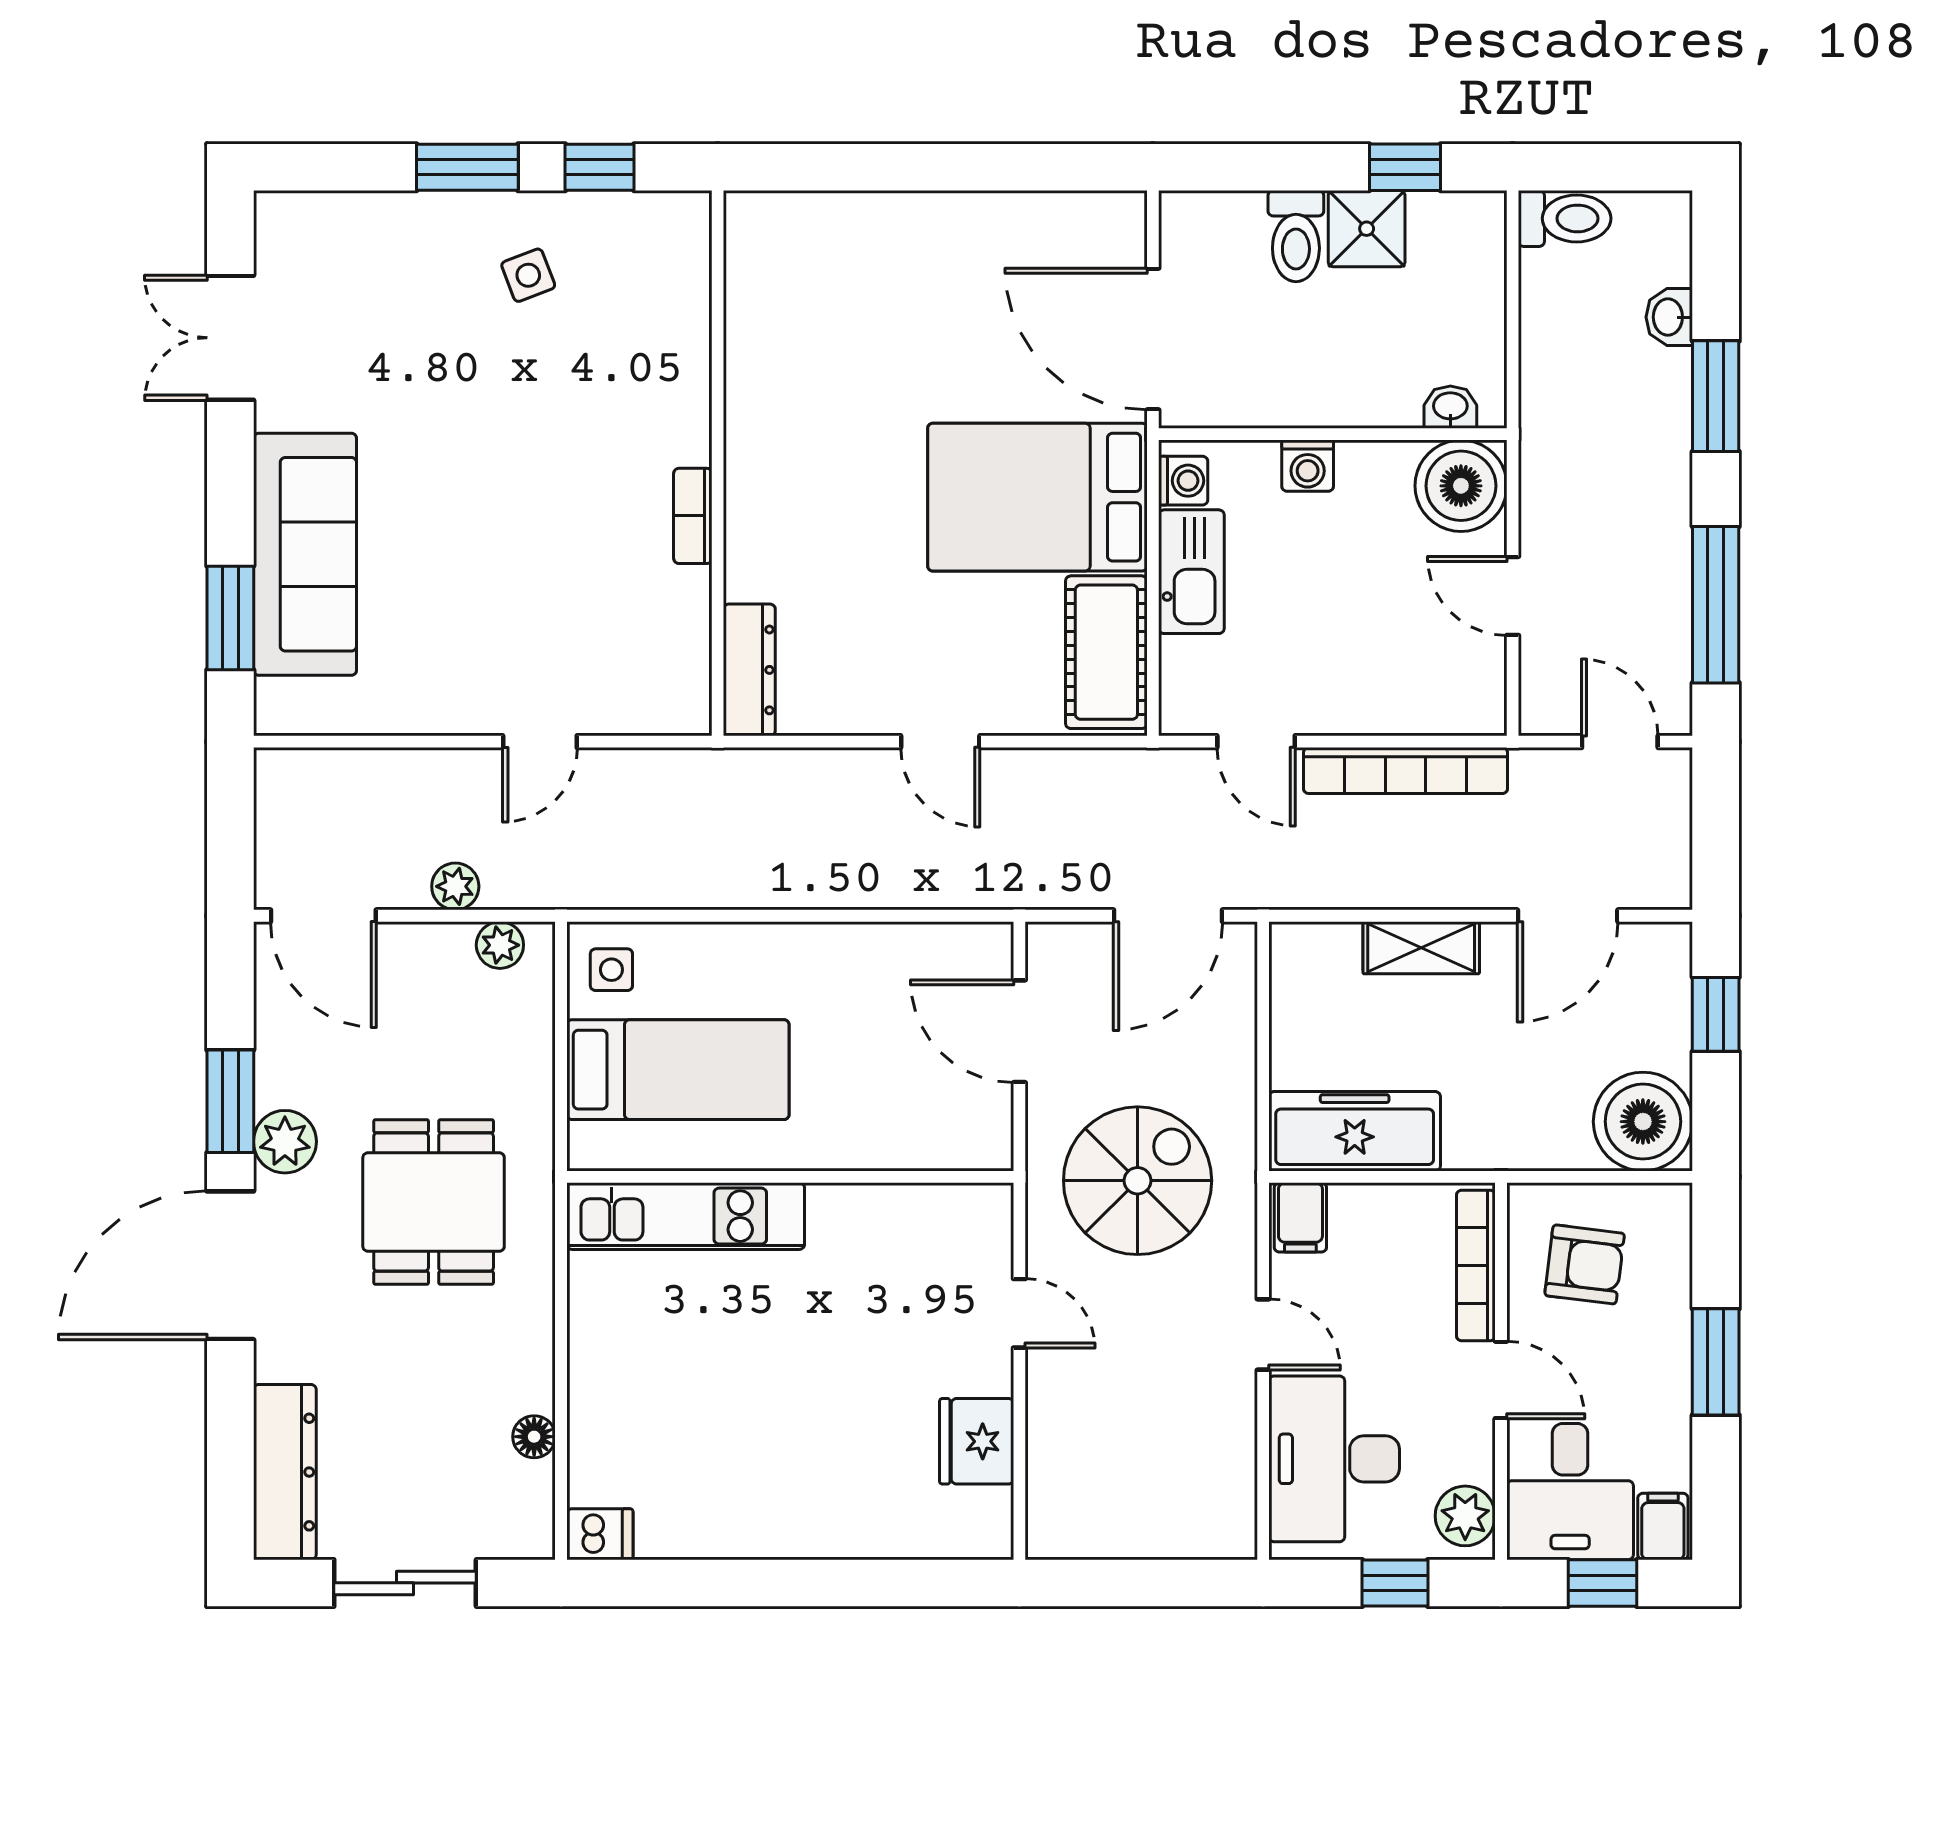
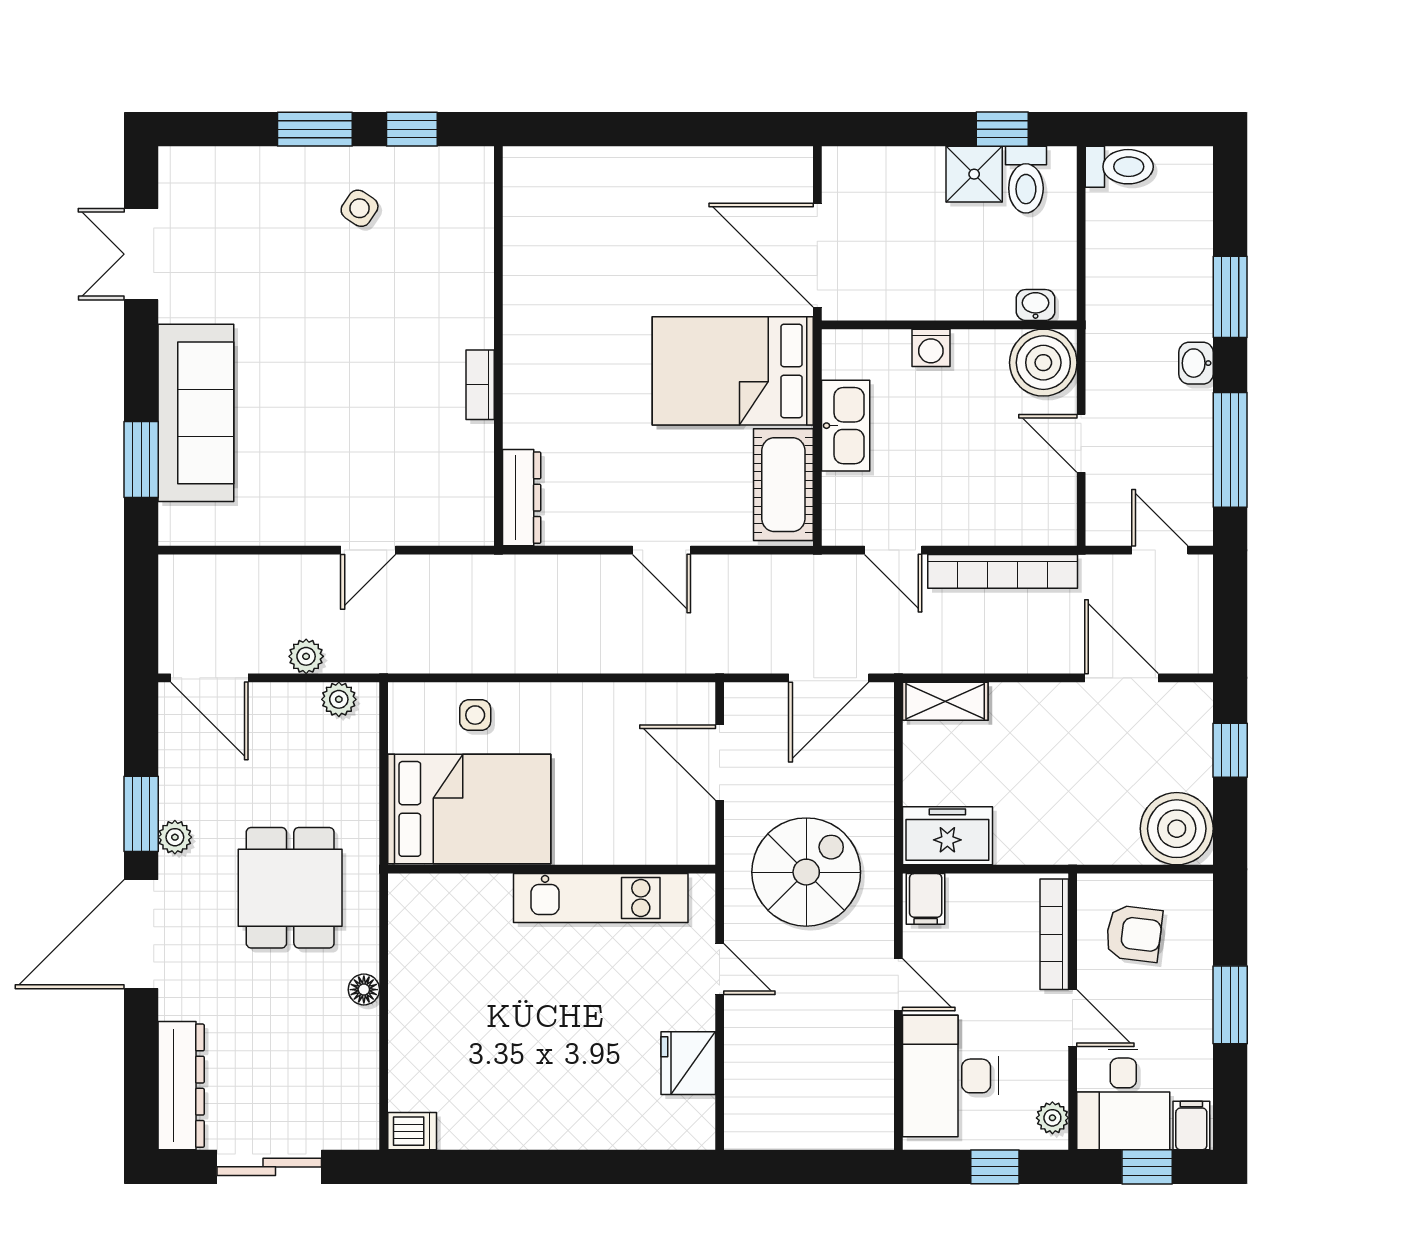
toilet: (1296, 236) -> (1026, 180), moved
side table: (528, 275) -> (360, 208), turned -35
washbasin: (1669, 317) -> (1196, 363), moved
washing machine: (1183, 481) -> (840, 359), removed
door: (1568, 916) -> (1121, 678), swing flipped
shelving: (1421, 948) -> (945, 701), moved
side table: (611, 970) -> (475, 715), moved
bed: (678, 1070) -> (469, 809), width x1.50
freezer: (1355, 1131) -> (947, 836), width x0.71
plant: (285, 1142) -> (175, 837), width x0.73, depth x0.73
kitchen unit: (686, 1216) -> (601, 898), moved
floor lamp: (534, 1437) -> (364, 990), moved
plant: (1465, 1516) -> (1052, 1118), width x0.73, depth x0.73

